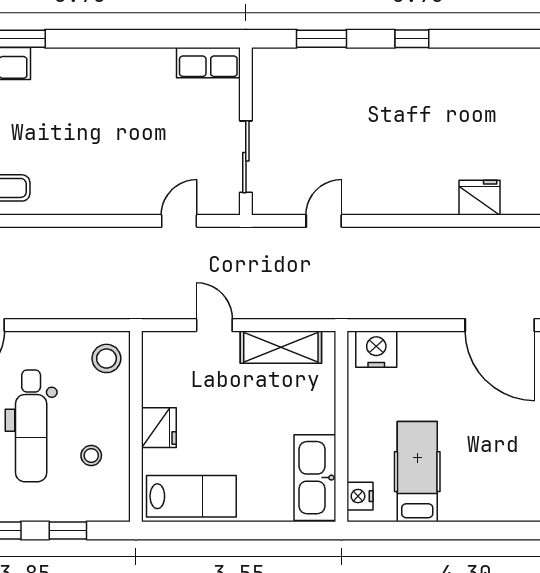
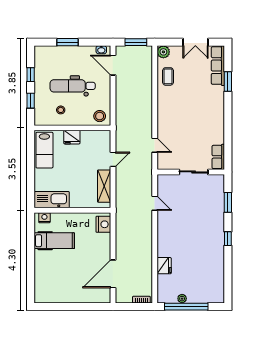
sliding door: (246, 157) -> (194, 172), moved

